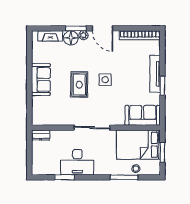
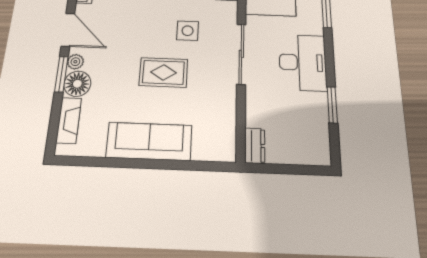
door: (103, 28) -> (68, 30), hinge flipped
sofa: (41, 80) -> (149, 141), width x1.36
side table: (105, 80) -> (188, 31), moved
desk: (77, 162) -> (303, 62), moved

